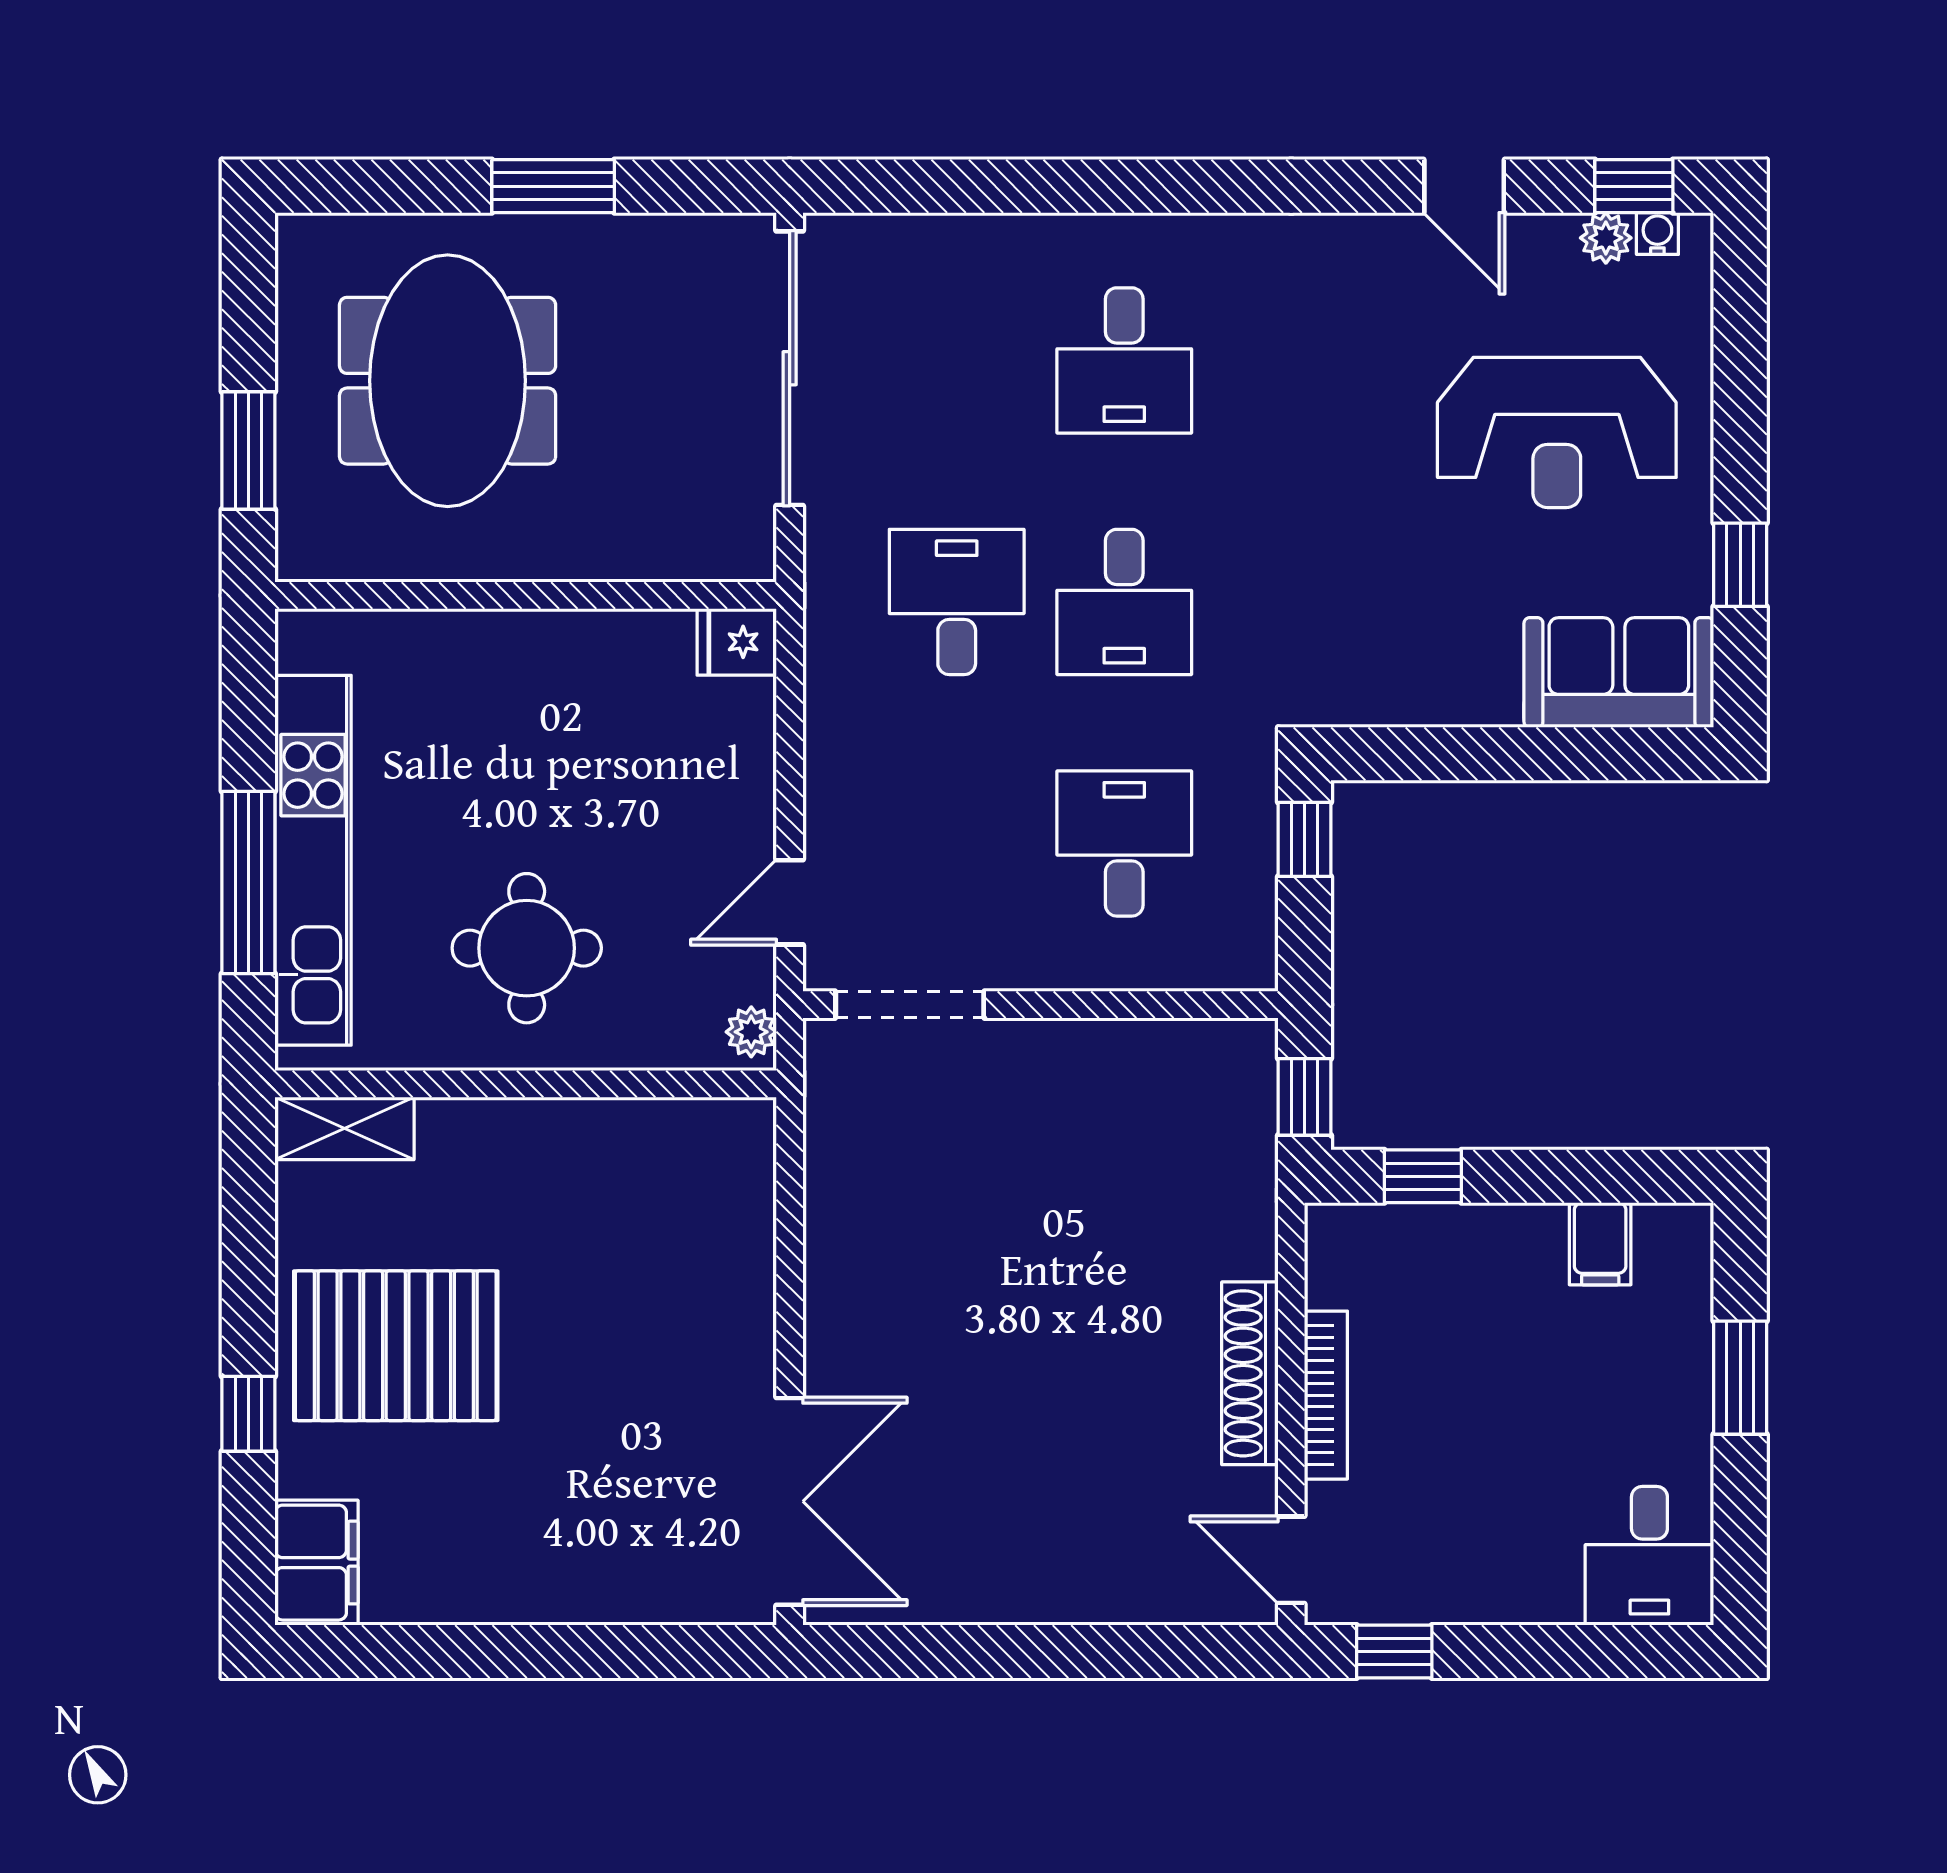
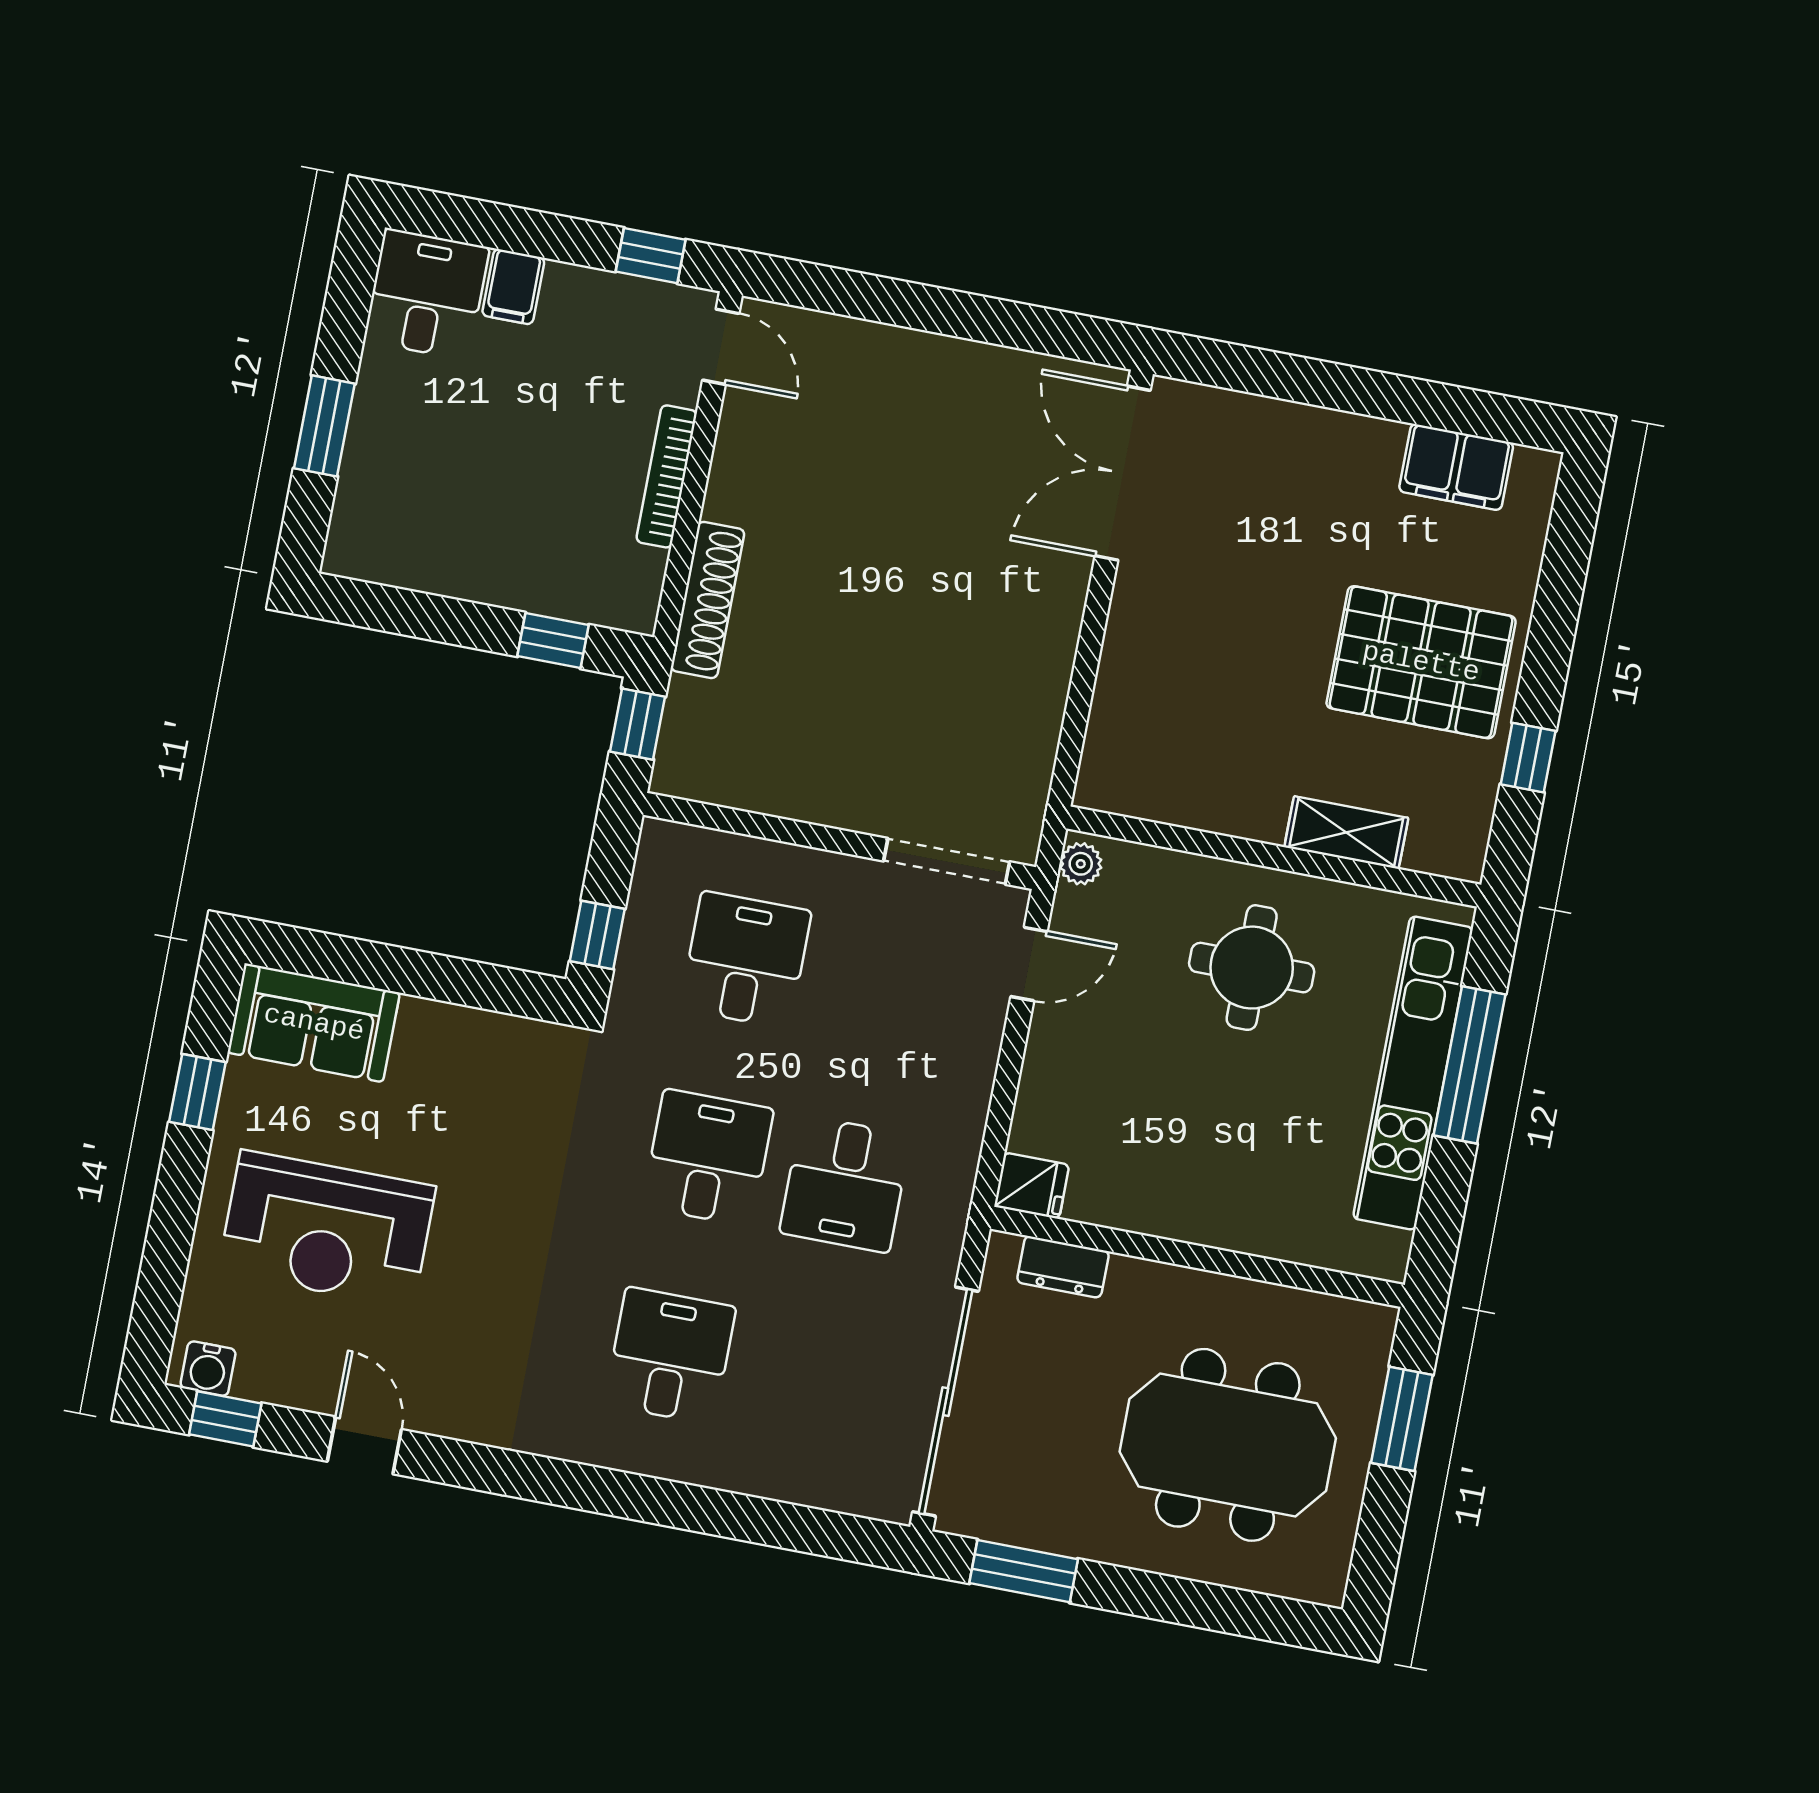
window: (553, 186) -> (1024, 1571), moved
water cooler: (1657, 233) -> (208, 1369), width x1.38, depth x1.38
plant: (1606, 238) -> (256, 1381), removed
meeting table: (448, 381) -> (1228, 1445), turned 90
reception desk: (1557, 432) -> (327, 1229), turned 180
dresser: (682, 553) -> (1063, 1267), added
desk: (1124, 843) -> (746, 960), turned 180
shelving: (344, 1128) -> (1346, 833), moved
filing cabinet: (1600, 1244) -> (513, 287), moved, turned 180
shoe rack: (1250, 1373) -> (708, 600), moved
window: (248, 1414) -> (1528, 758), moved
filing cabinet: (316, 1563) -> (1456, 467), moved, turned -90

